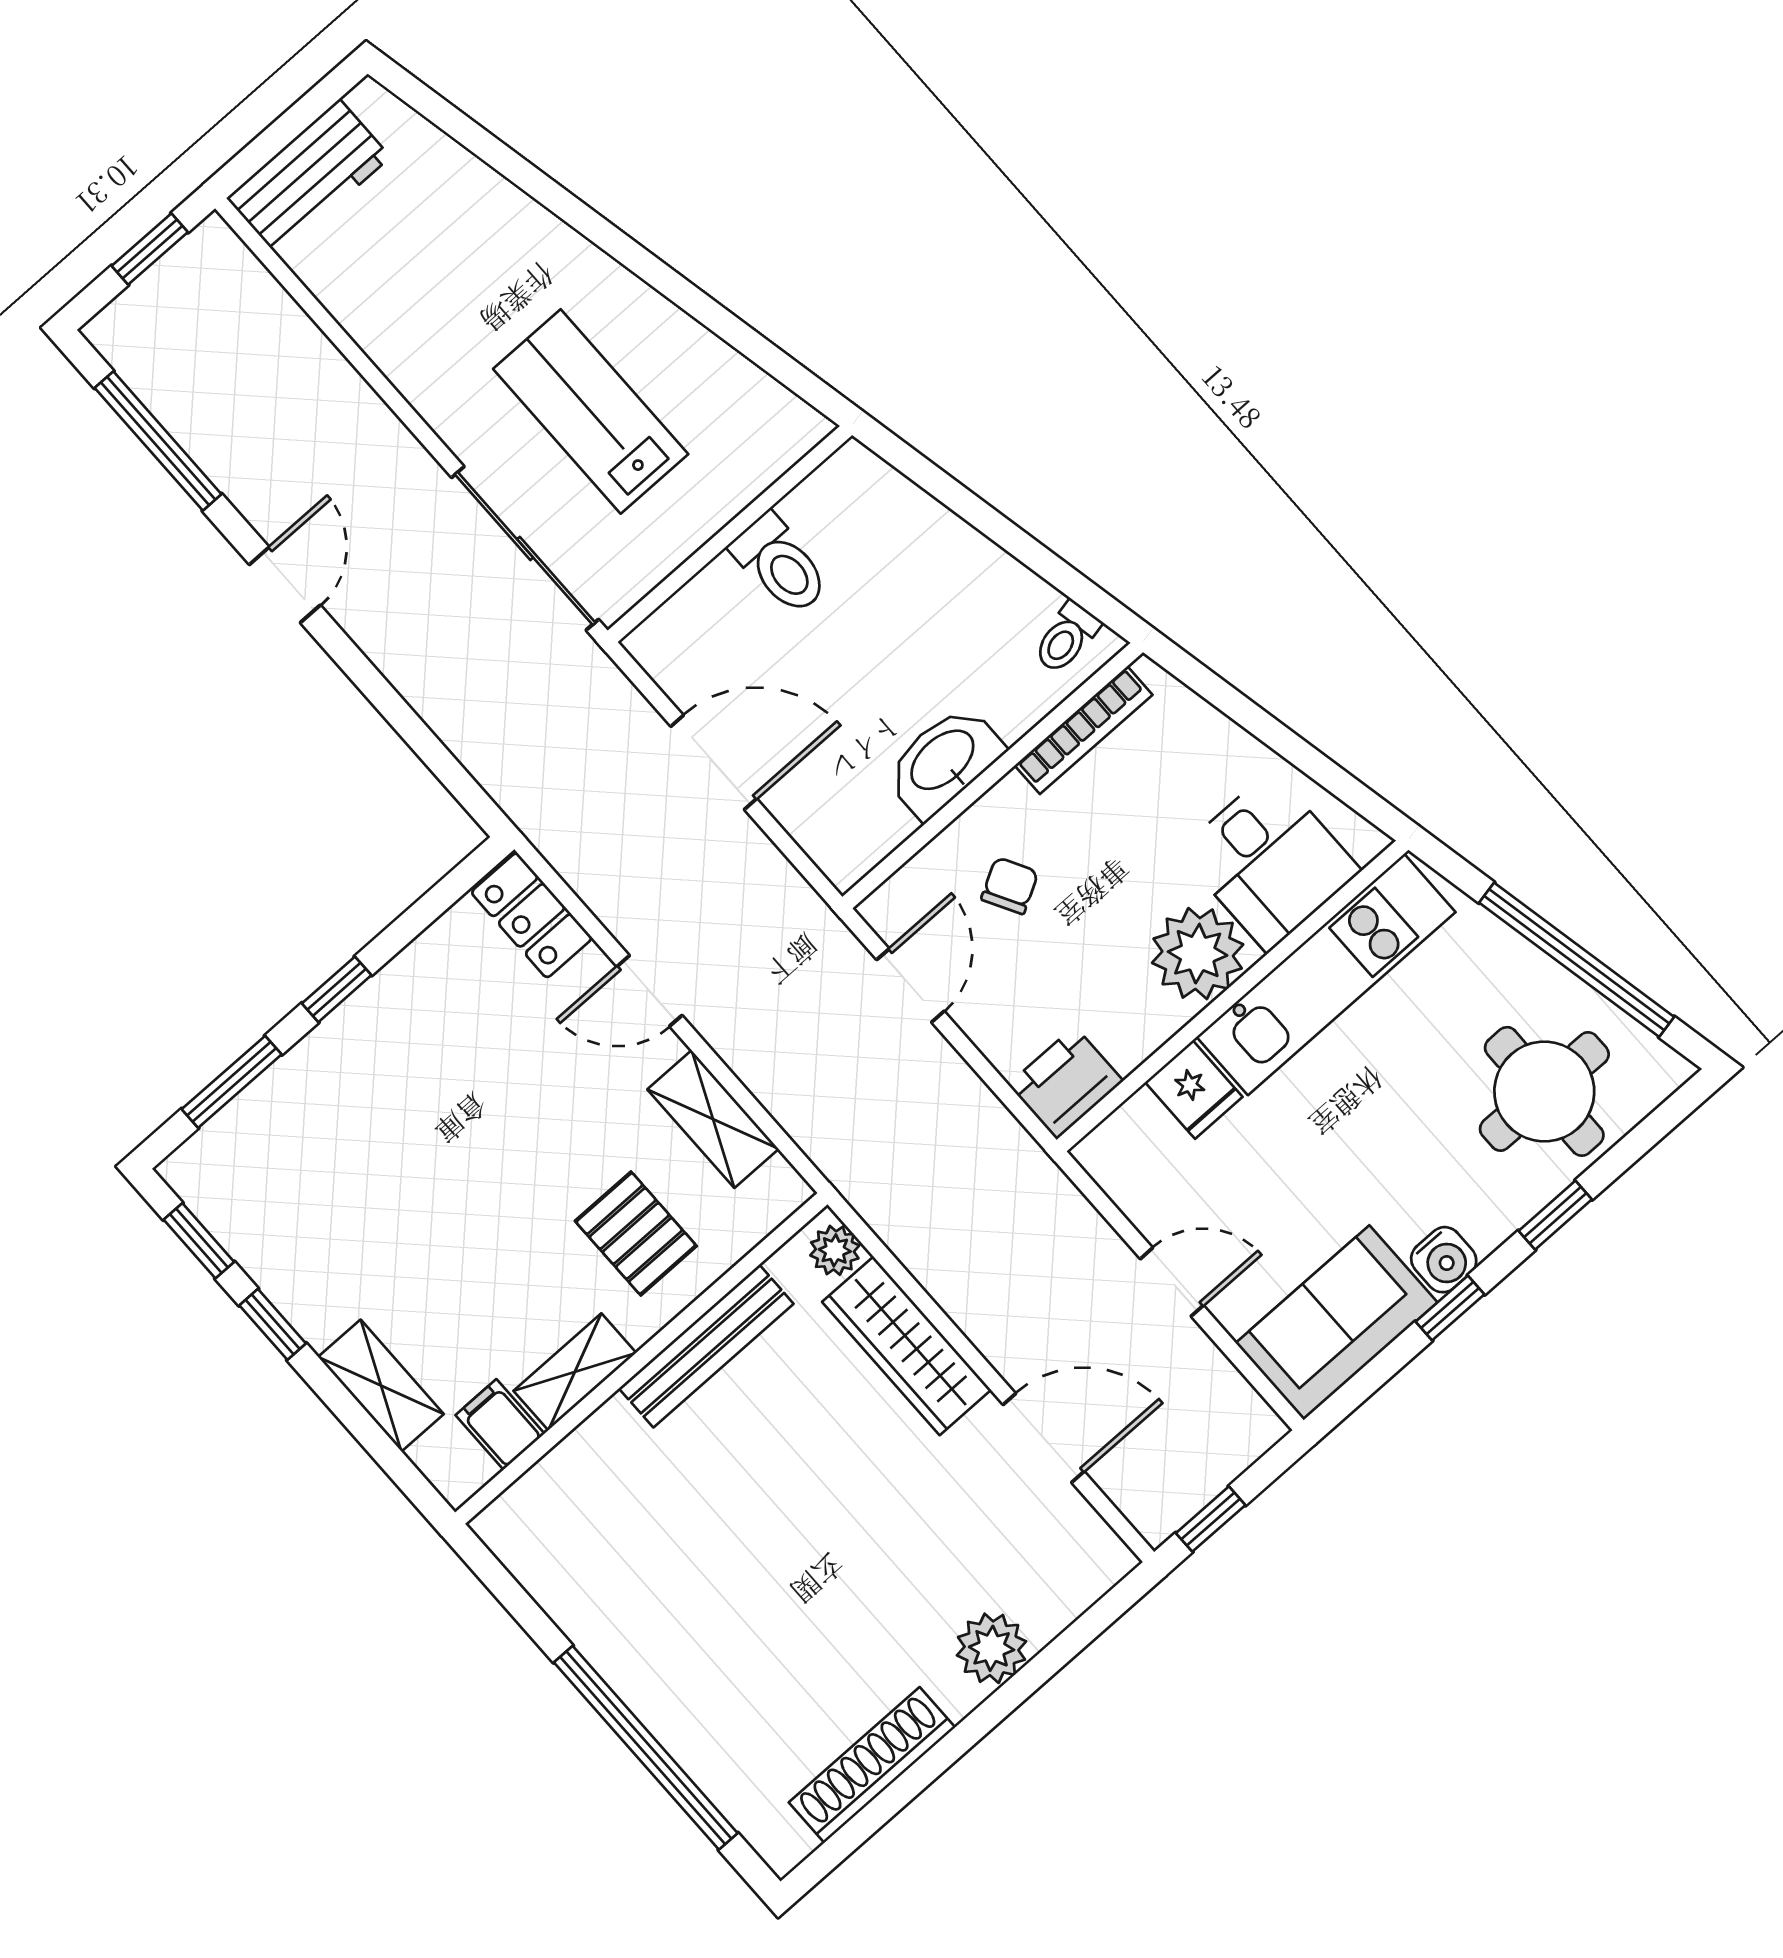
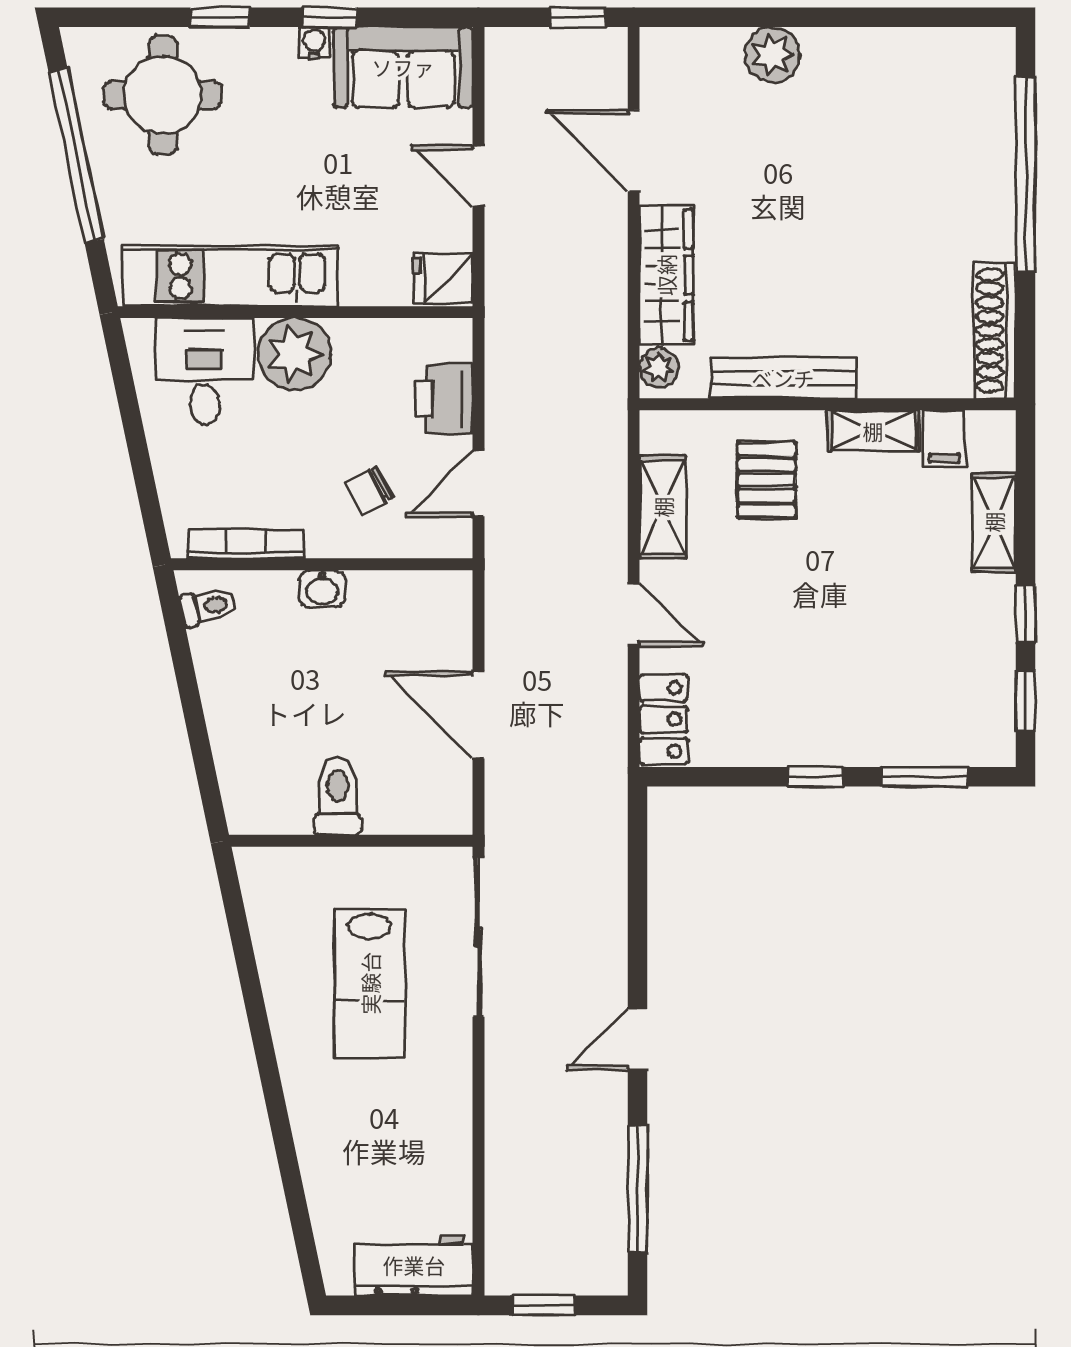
washbasin: (944, 761) -> (322, 589), width x0.52, depth x0.69
printer: (1066, 1083) -> (444, 399), moved, turned 90
fridge: (1194, 1090) -> (443, 278), moved, turned -90
water cooler: (1444, 1260) -> (314, 43), width x0.72, depth x0.72
shoe rack: (872, 1765) -> (995, 330), moved, turned 90

